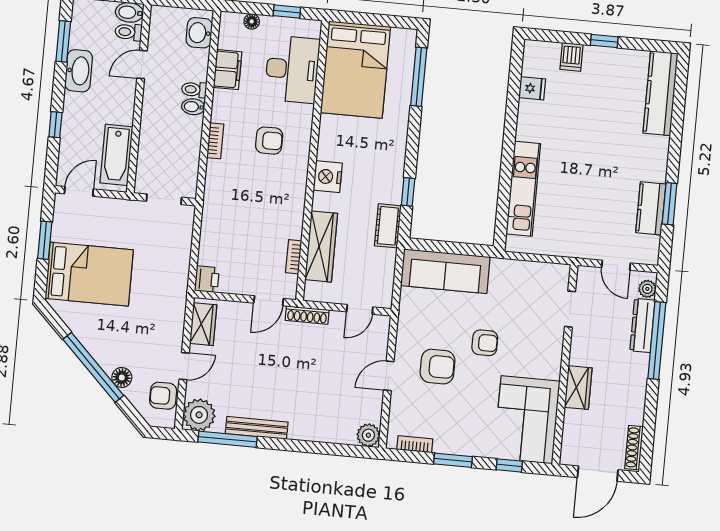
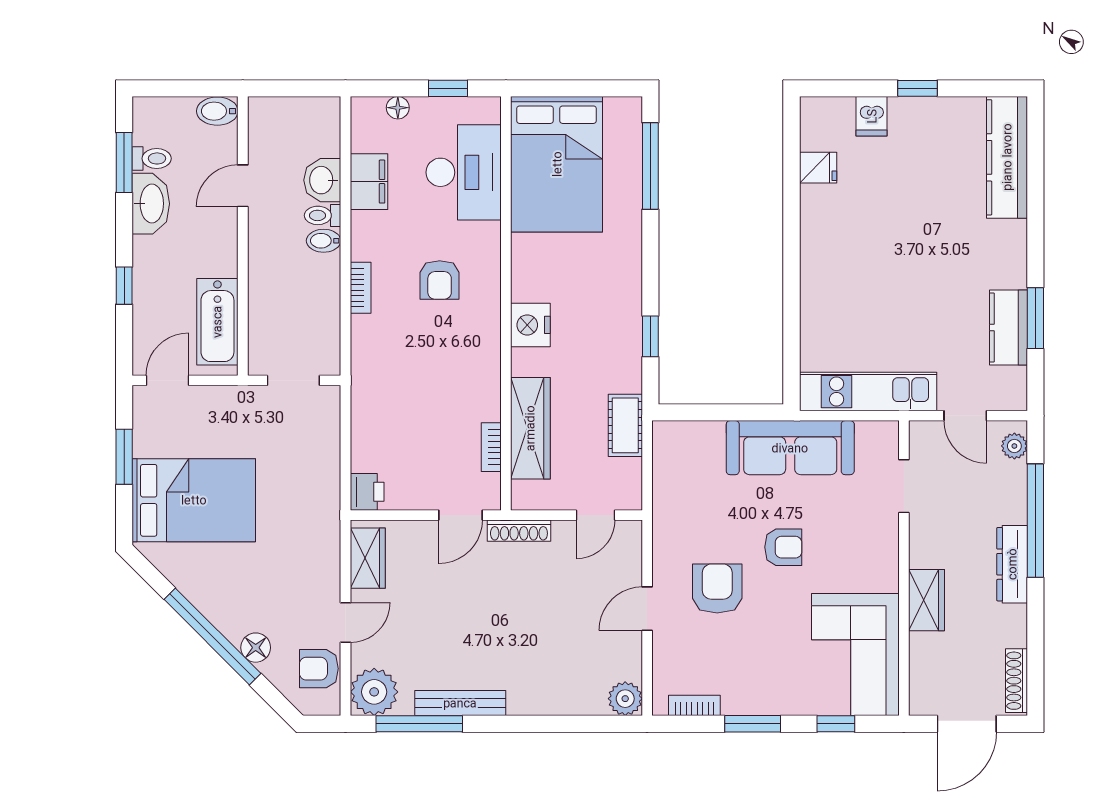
toilet: (128, 32) -> (152, 158), moved, turned 180
washbasin: (199, 33) -> (322, 180), moved
armchair: (269, 141) -> (440, 280), turned 90
kitchen unit: (523, 189) -> (868, 392), moved, turned -90
cot: (388, 226) -> (625, 425), moved
sofa: (445, 271) -> (790, 448), moved
dresser: (642, 325) -> (1012, 564), moved
armchair: (438, 367) -> (717, 589), turned -90

